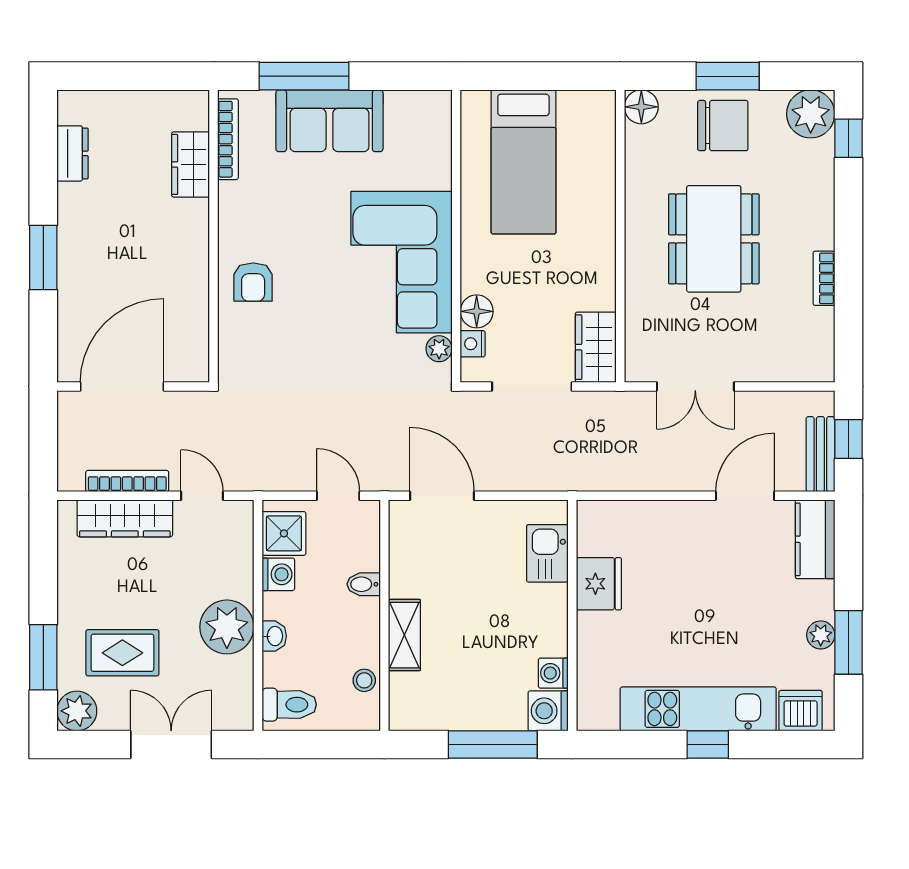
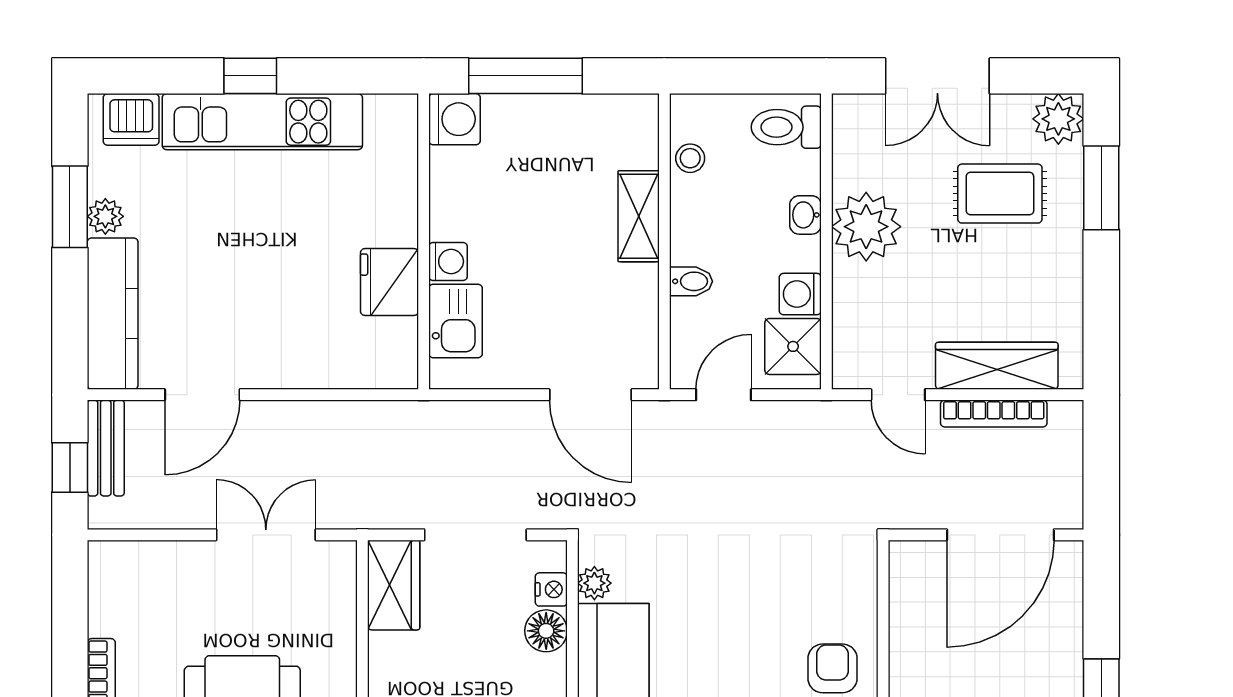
door: (338, 496) -> (723, 395), swing flipped
kitchen counter: (815, 539) -> (113, 314), width x1.50
washing machine: (553, 673) -> (448, 261), moved

